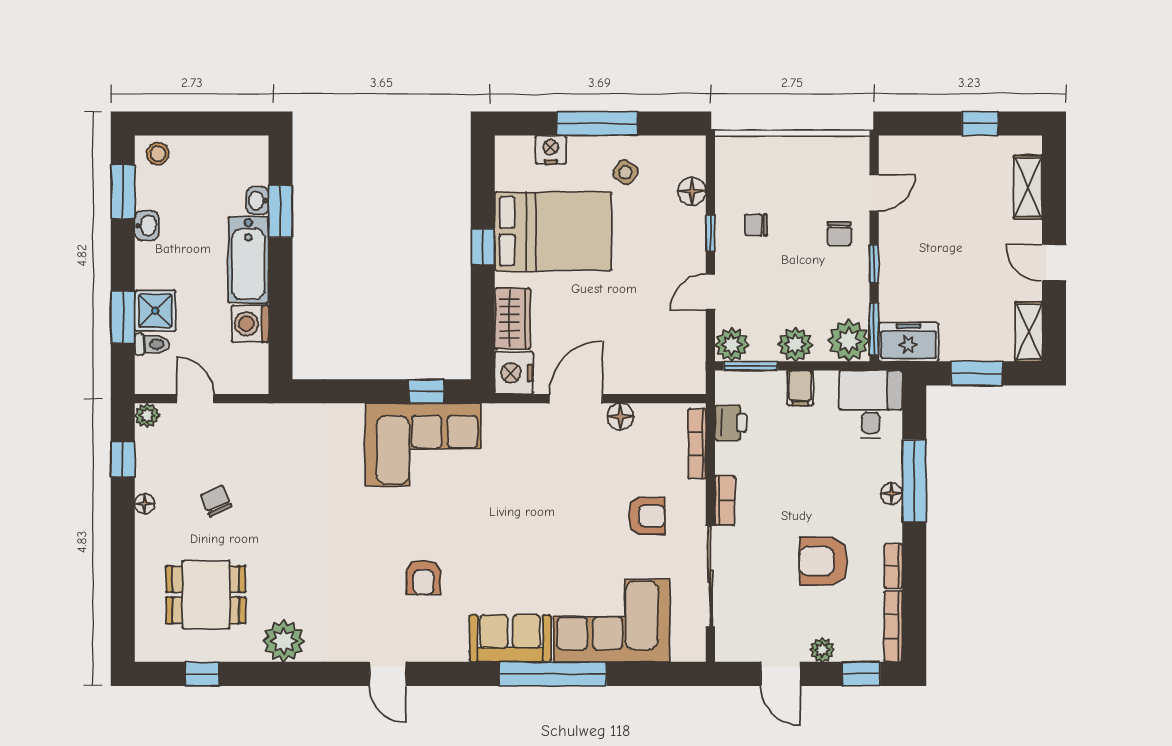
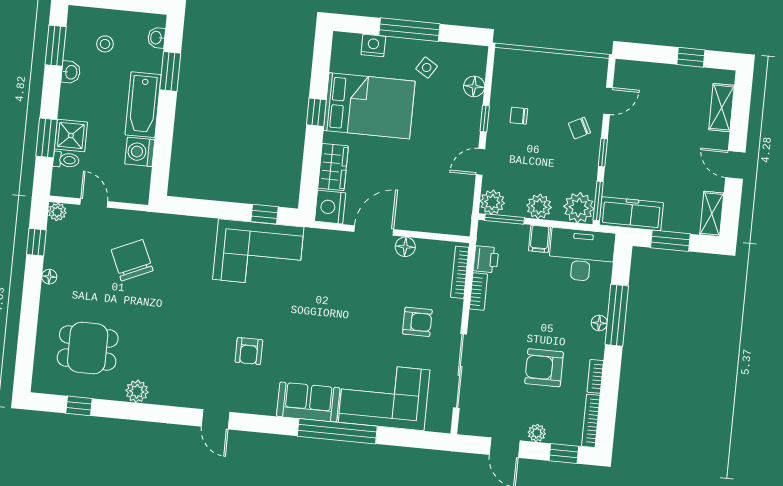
stool: (158, 154) -> (105, 44), moved
washbasin: (258, 201) -> (156, 38), moved
chair: (839, 234) -> (579, 128), turned 63
freezer: (908, 342) -> (631, 214), width x1.40
desk: (871, 404) -> (582, 255), width x1.37
chair: (216, 501) -> (132, 260), moved, width x1.87, depth x1.87
bookcase: (725, 501) -> (478, 292), moved
plant: (284, 641) -> (137, 391), width x0.73, depth x0.73

